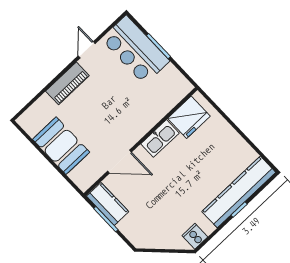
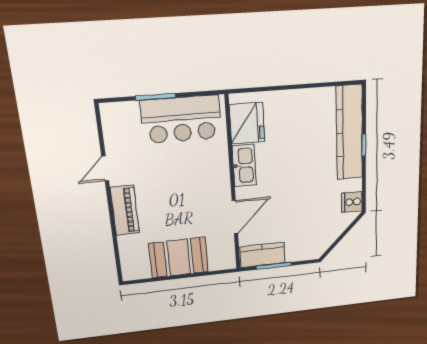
door: (87, 50) -> (105, 168), hinge flipped
bar counter: (135, 50) -> (181, 119), moved

